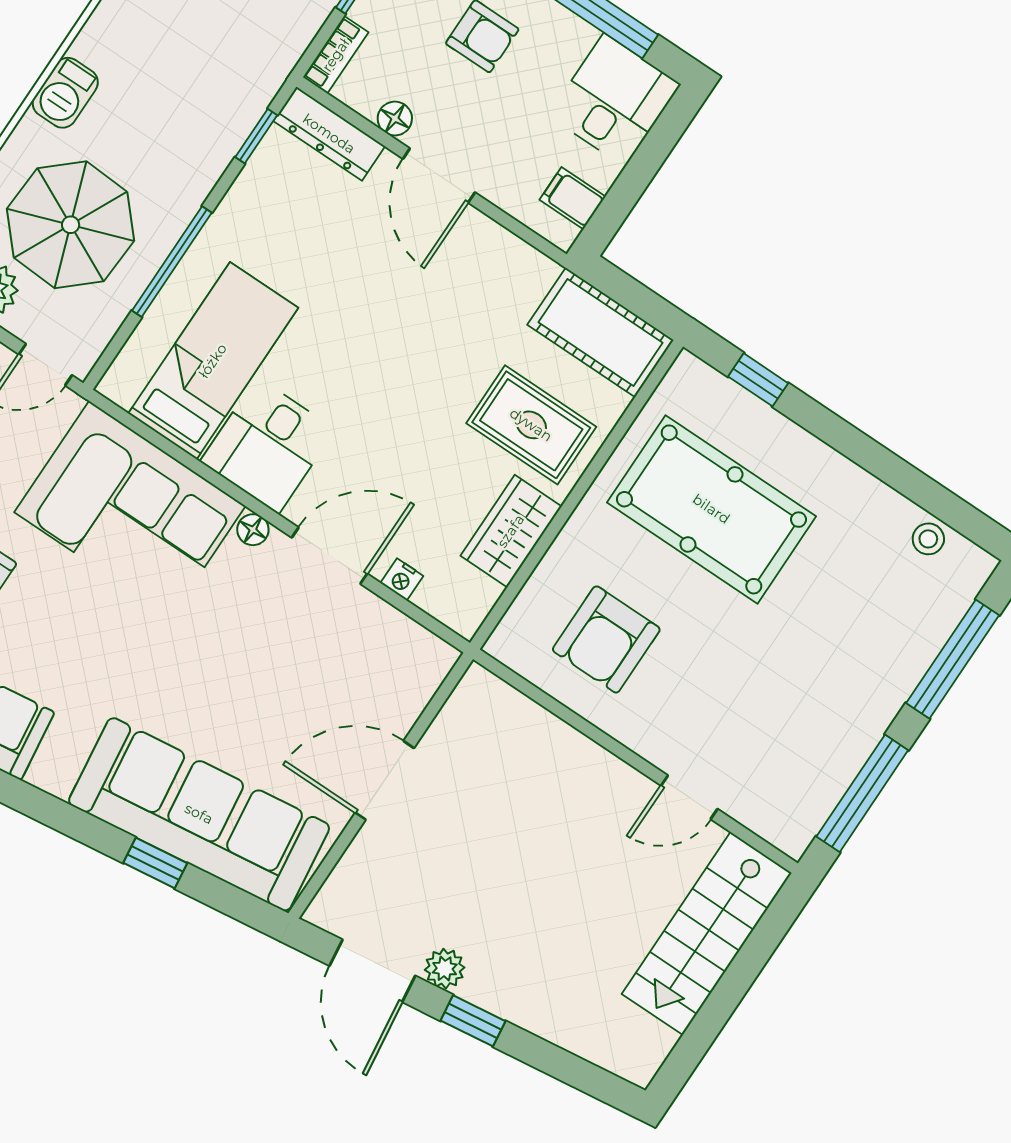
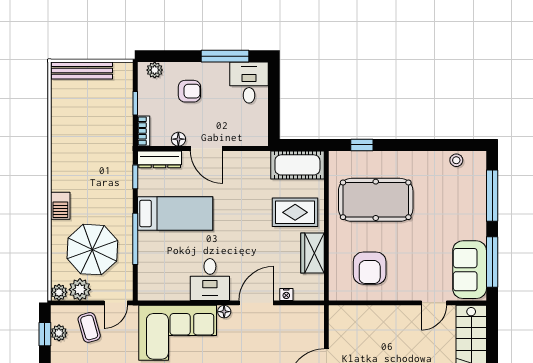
filing cabinet: (573, 198) -> (257, 126), removed
bed: (213, 361) -> (175, 213), moved, turned 90
sofa: (806, 778) -> (470, 270), added

